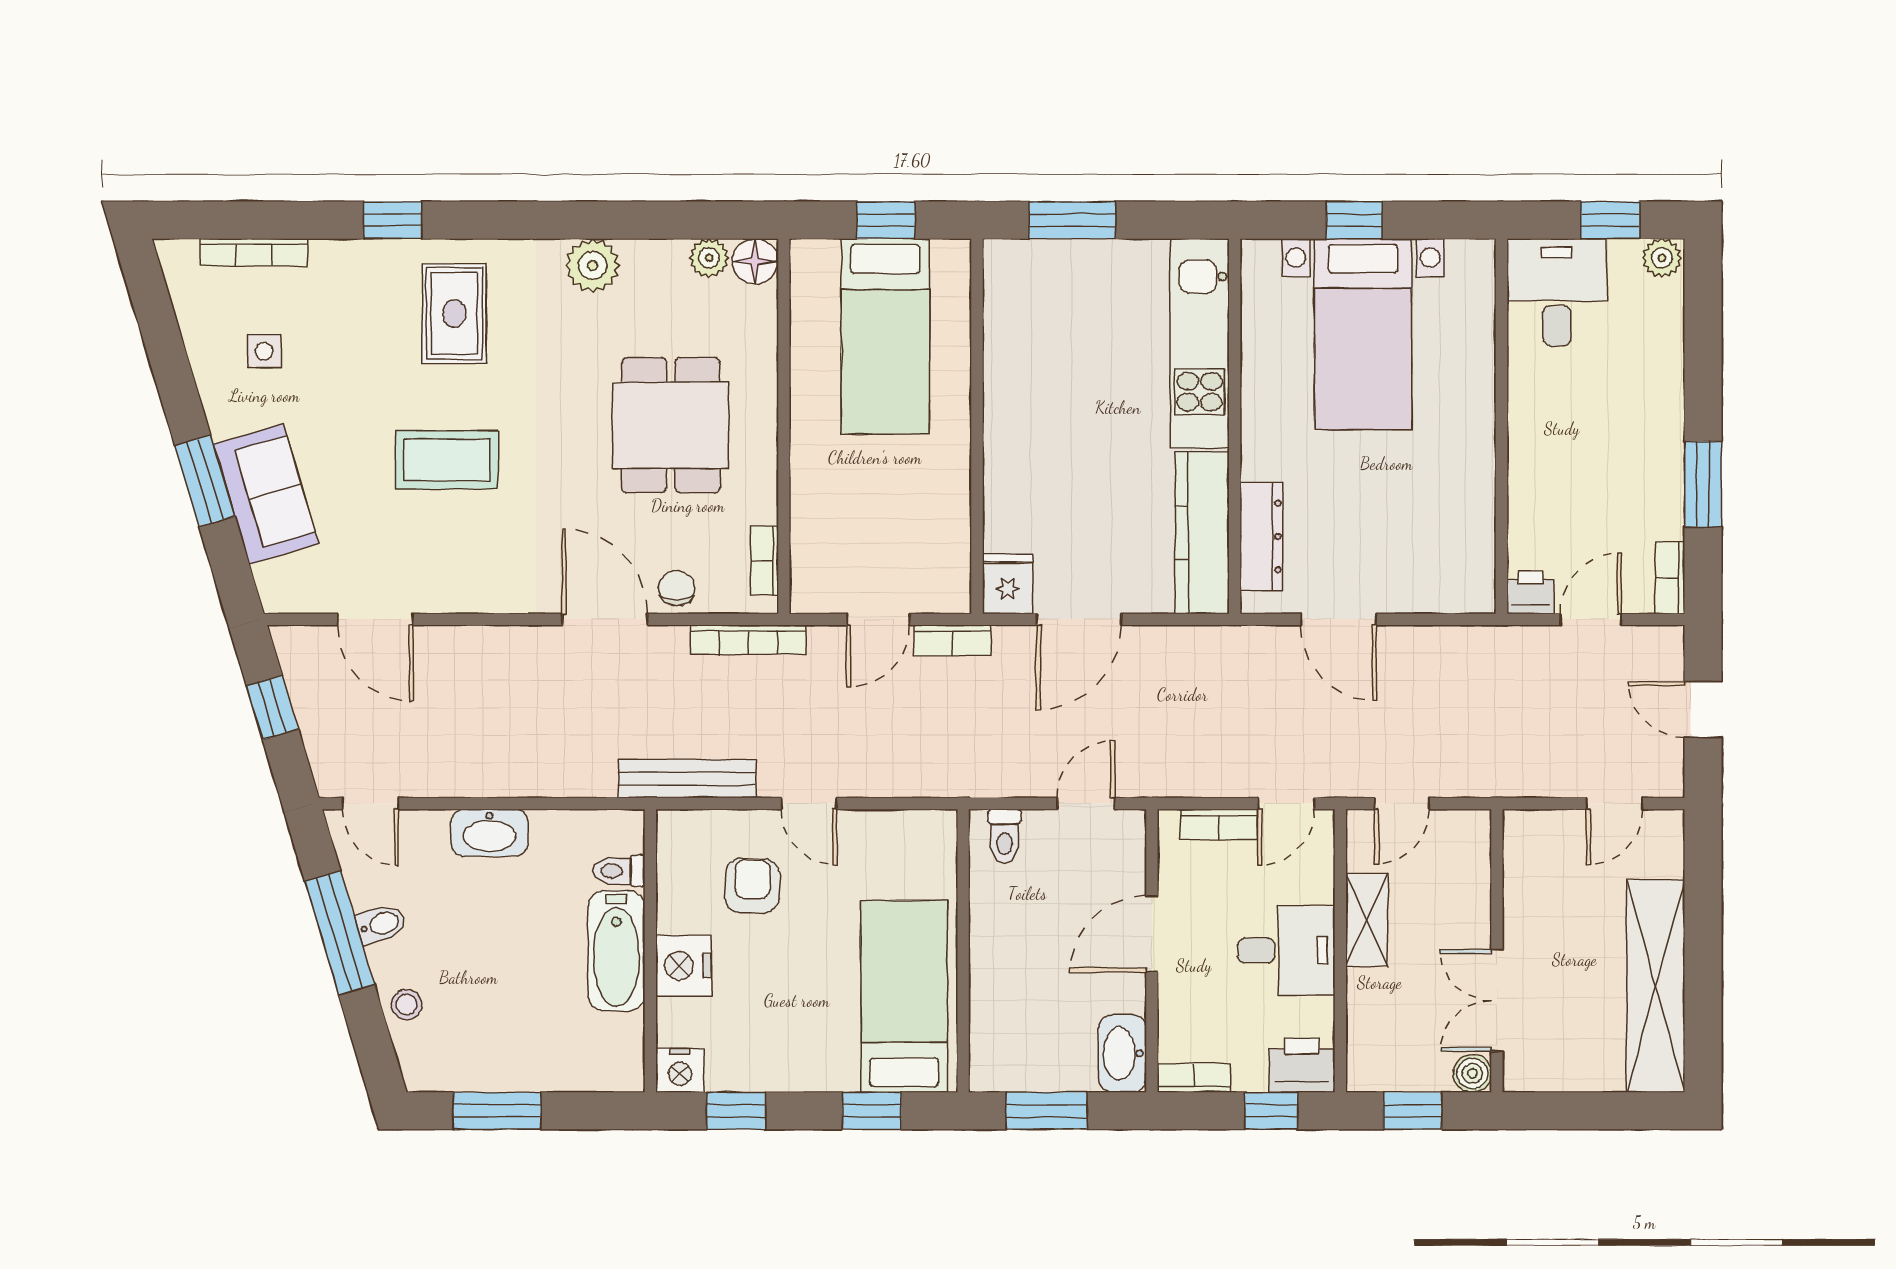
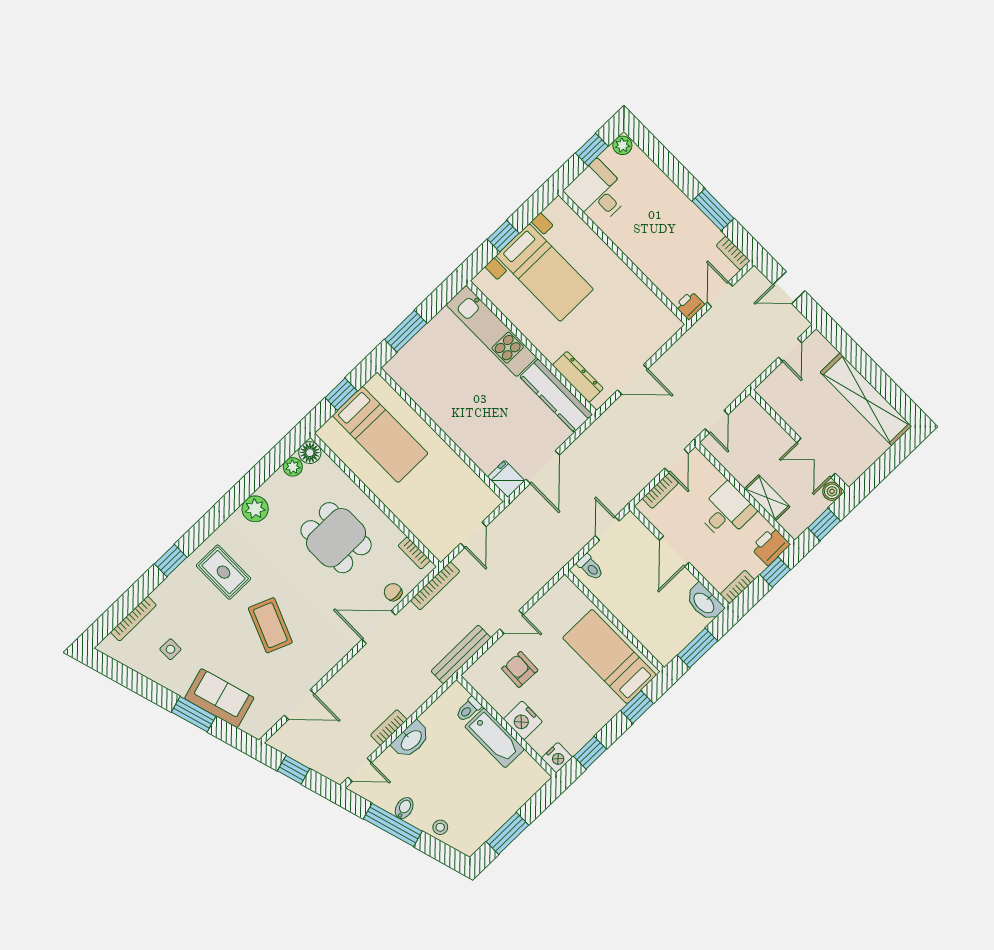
coffee table: (447, 460) -> (270, 625), turned -68
bookcase: (952, 640) -> (389, 727), moved, turned 180
shelving: (1367, 920) -> (767, 498), moved

